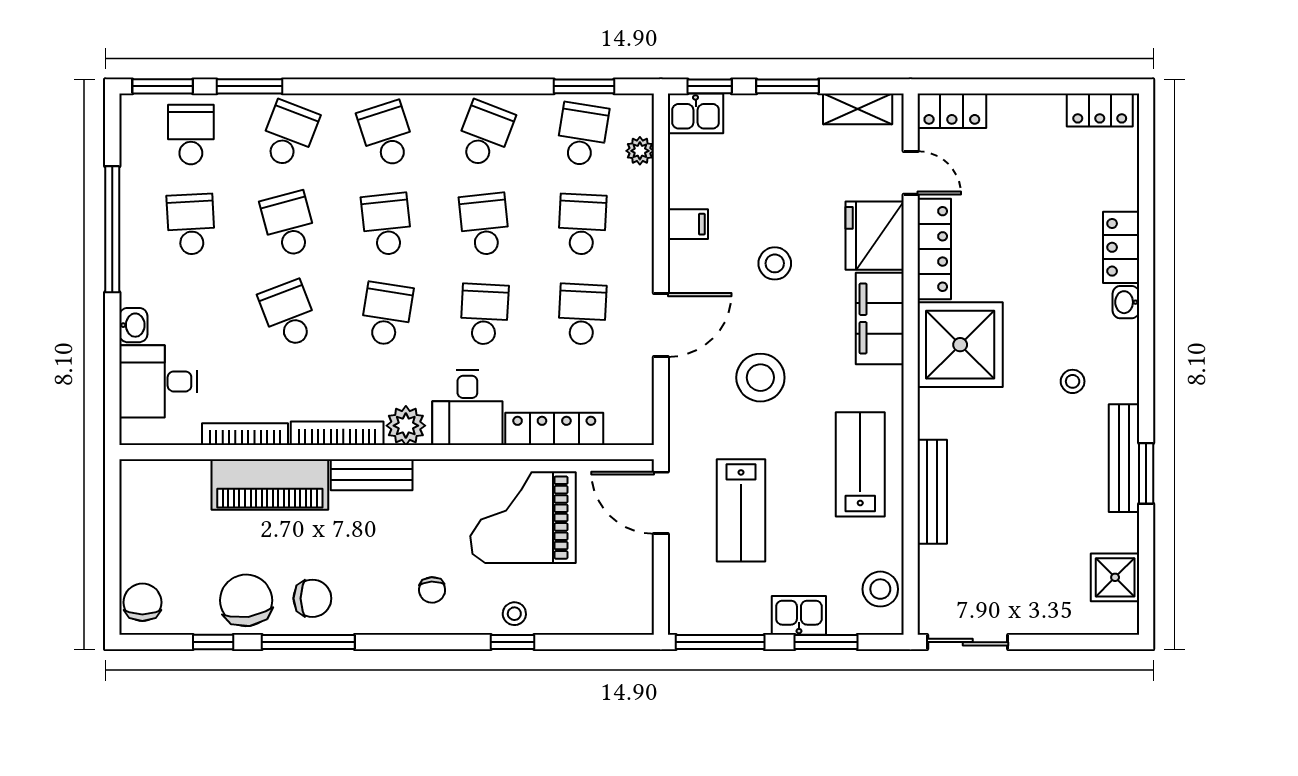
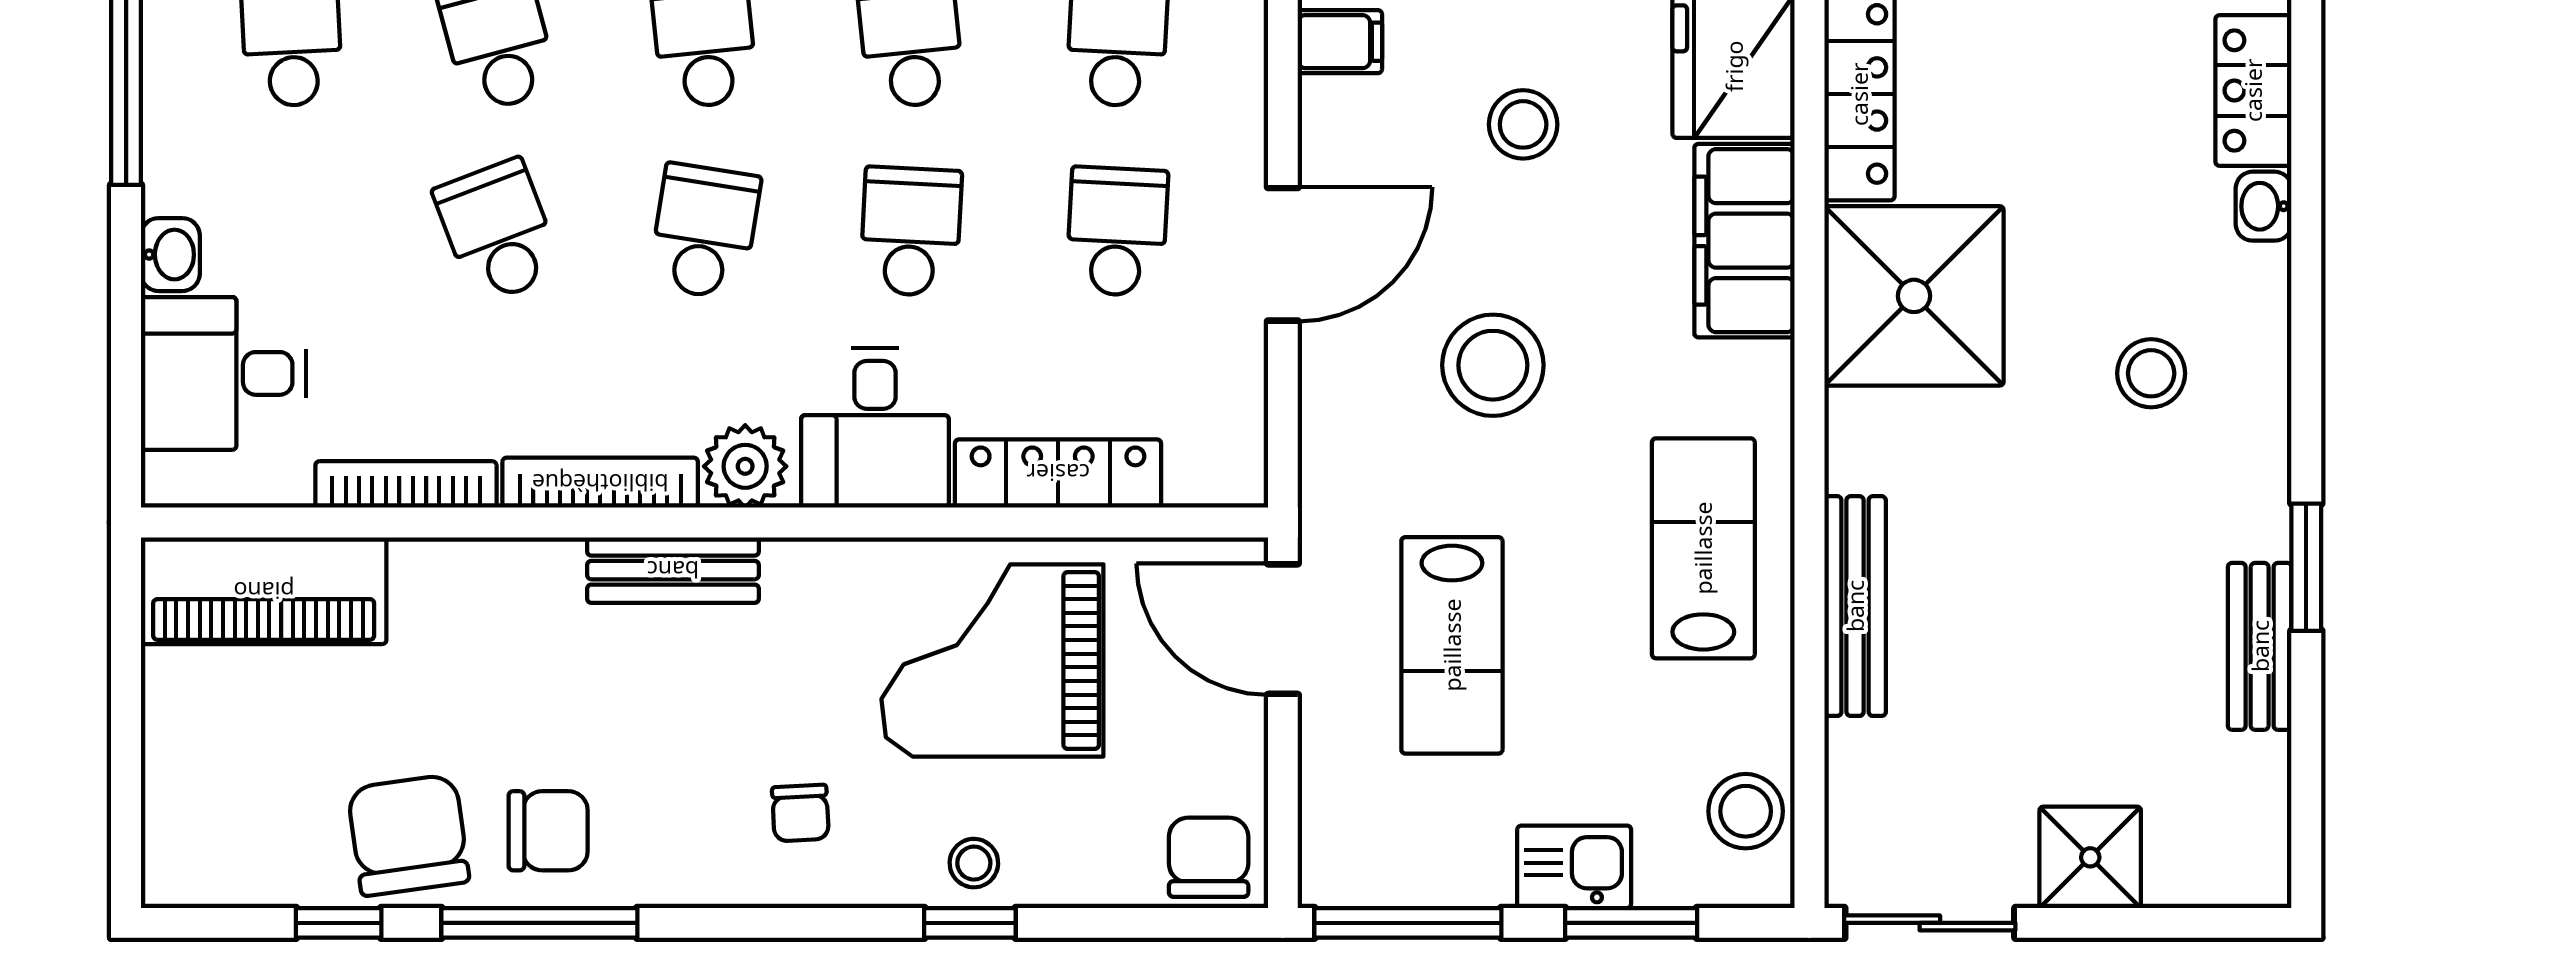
stool: (1073, 381) -> (2151, 373), width x1.37, depth x1.37
bench: (1124, 458) -> (2260, 646), moved, width x0.73
piano: (270, 484) -> (264, 591), moved
shower: (1115, 577) -> (2090, 857), moved
chair: (142, 602) -> (1209, 857), moved

